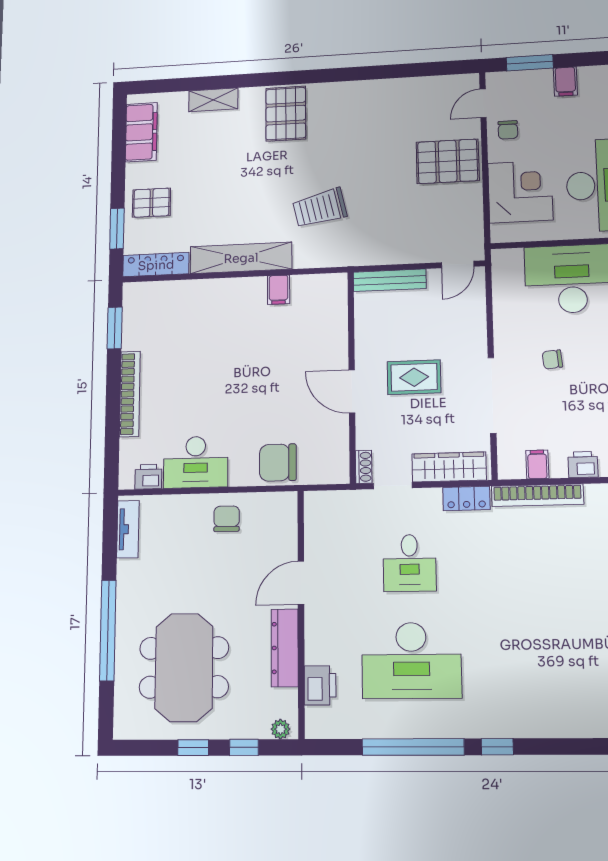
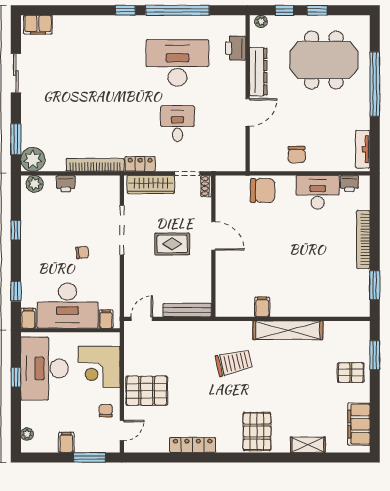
locker: (156, 265) -> (193, 445), moved, turned 180
filing cabinet: (537, 464) -> (106, 319), moved, turned 180
meeting table: (184, 667) -> (324, 60), turned 90

